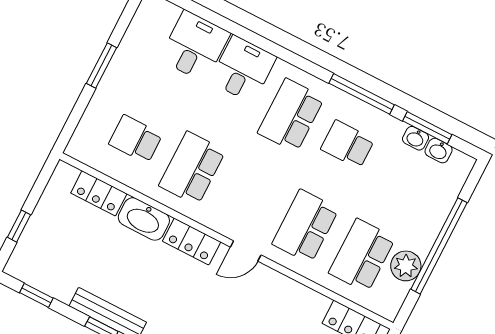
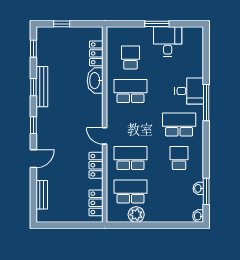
desk: (195, 46) -> (168, 42), moved, turned -90
window: (362, 94) -> (206, 103), moved
washbasin: (439, 151) -> (198, 216), moved
locker: (192, 241) -> (96, 165), moved
window: (439, 246) -> (153, 225), removed

